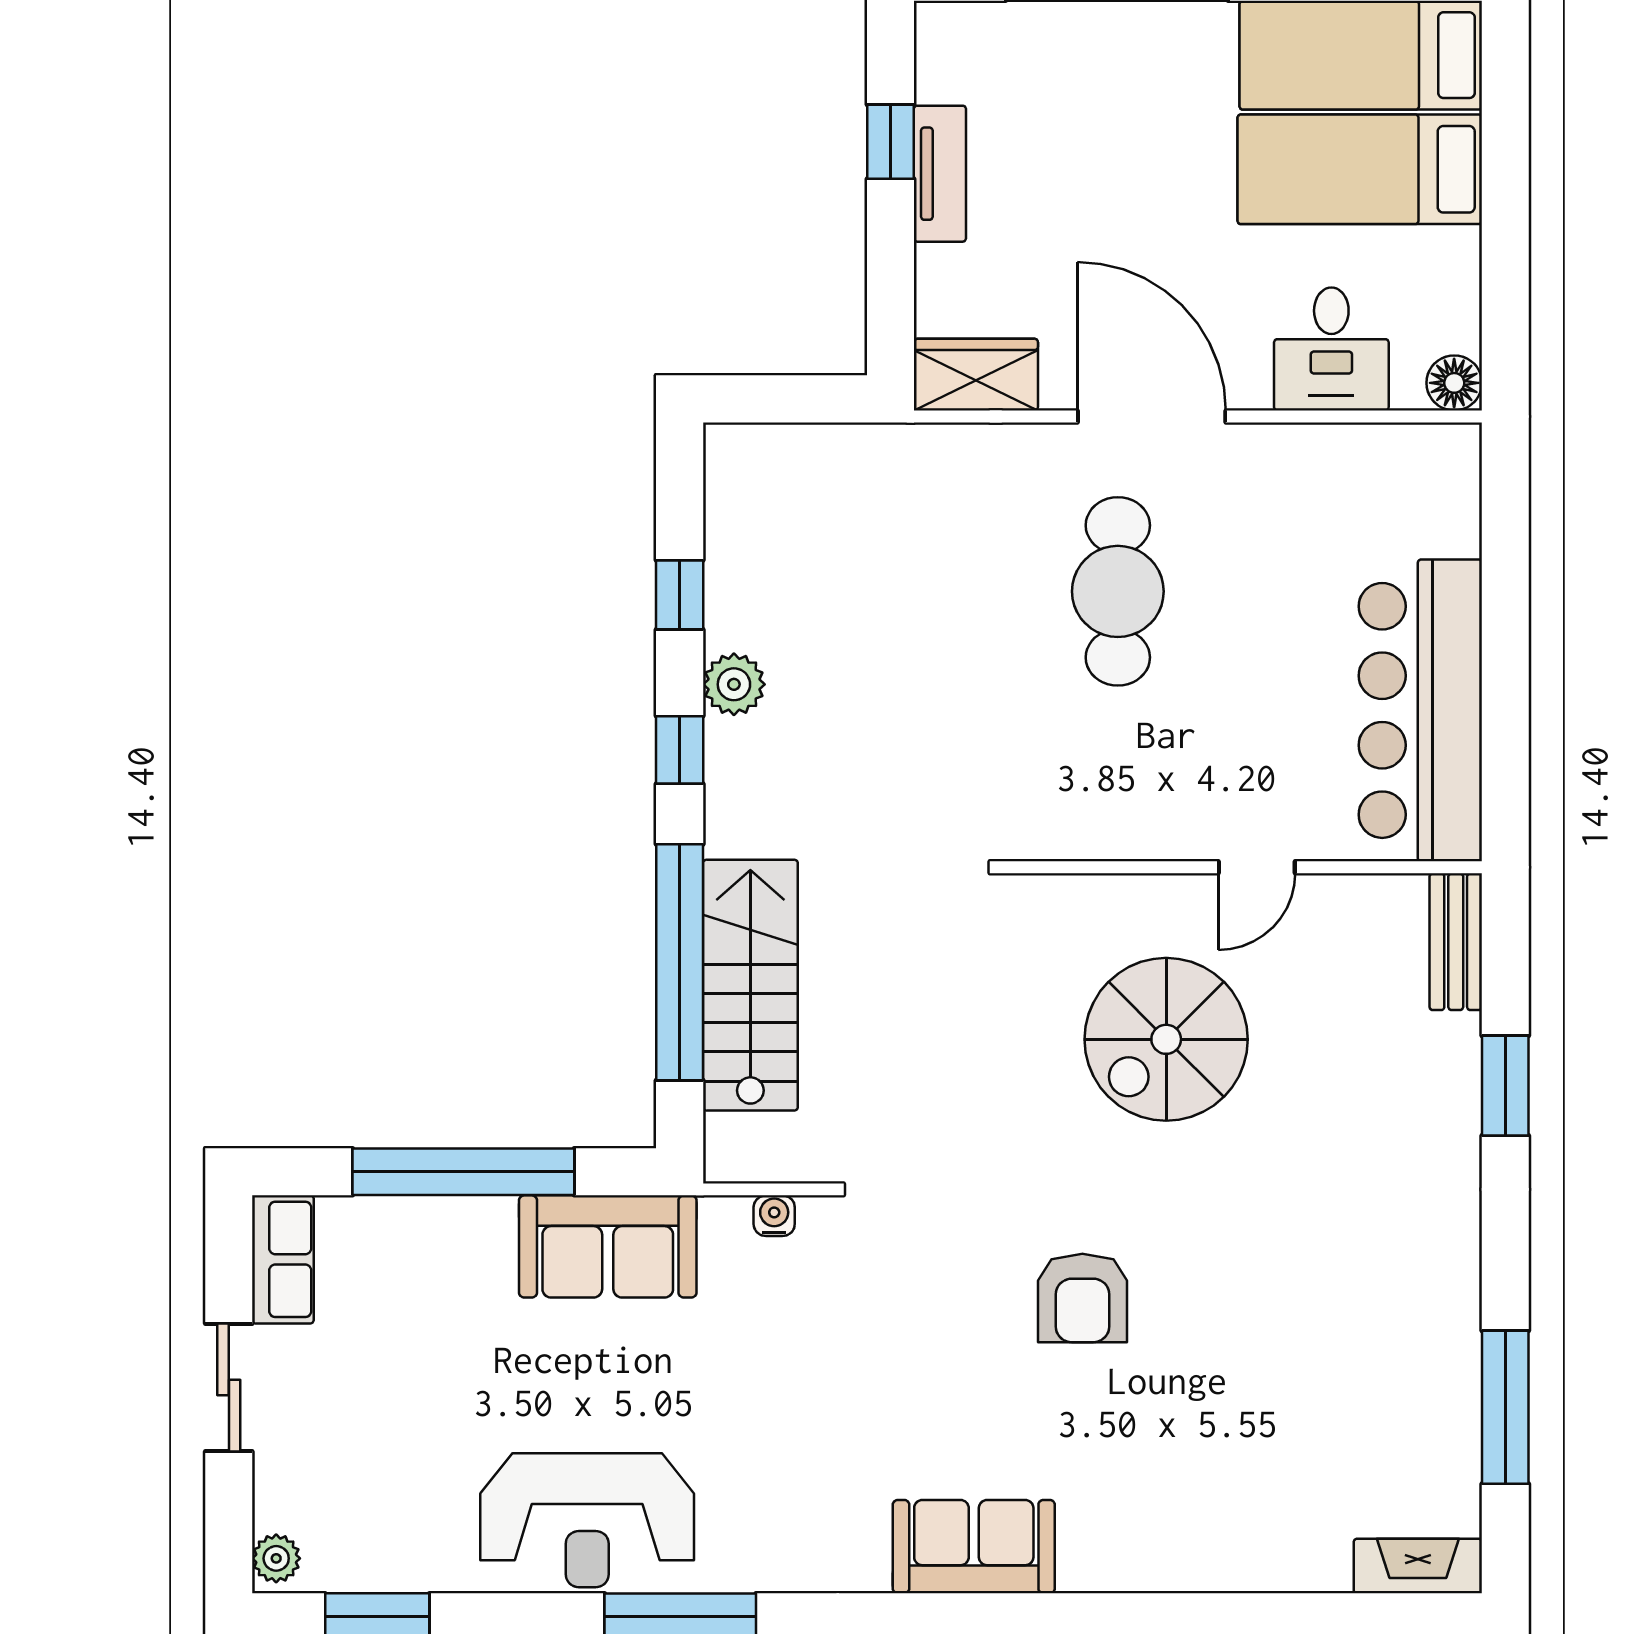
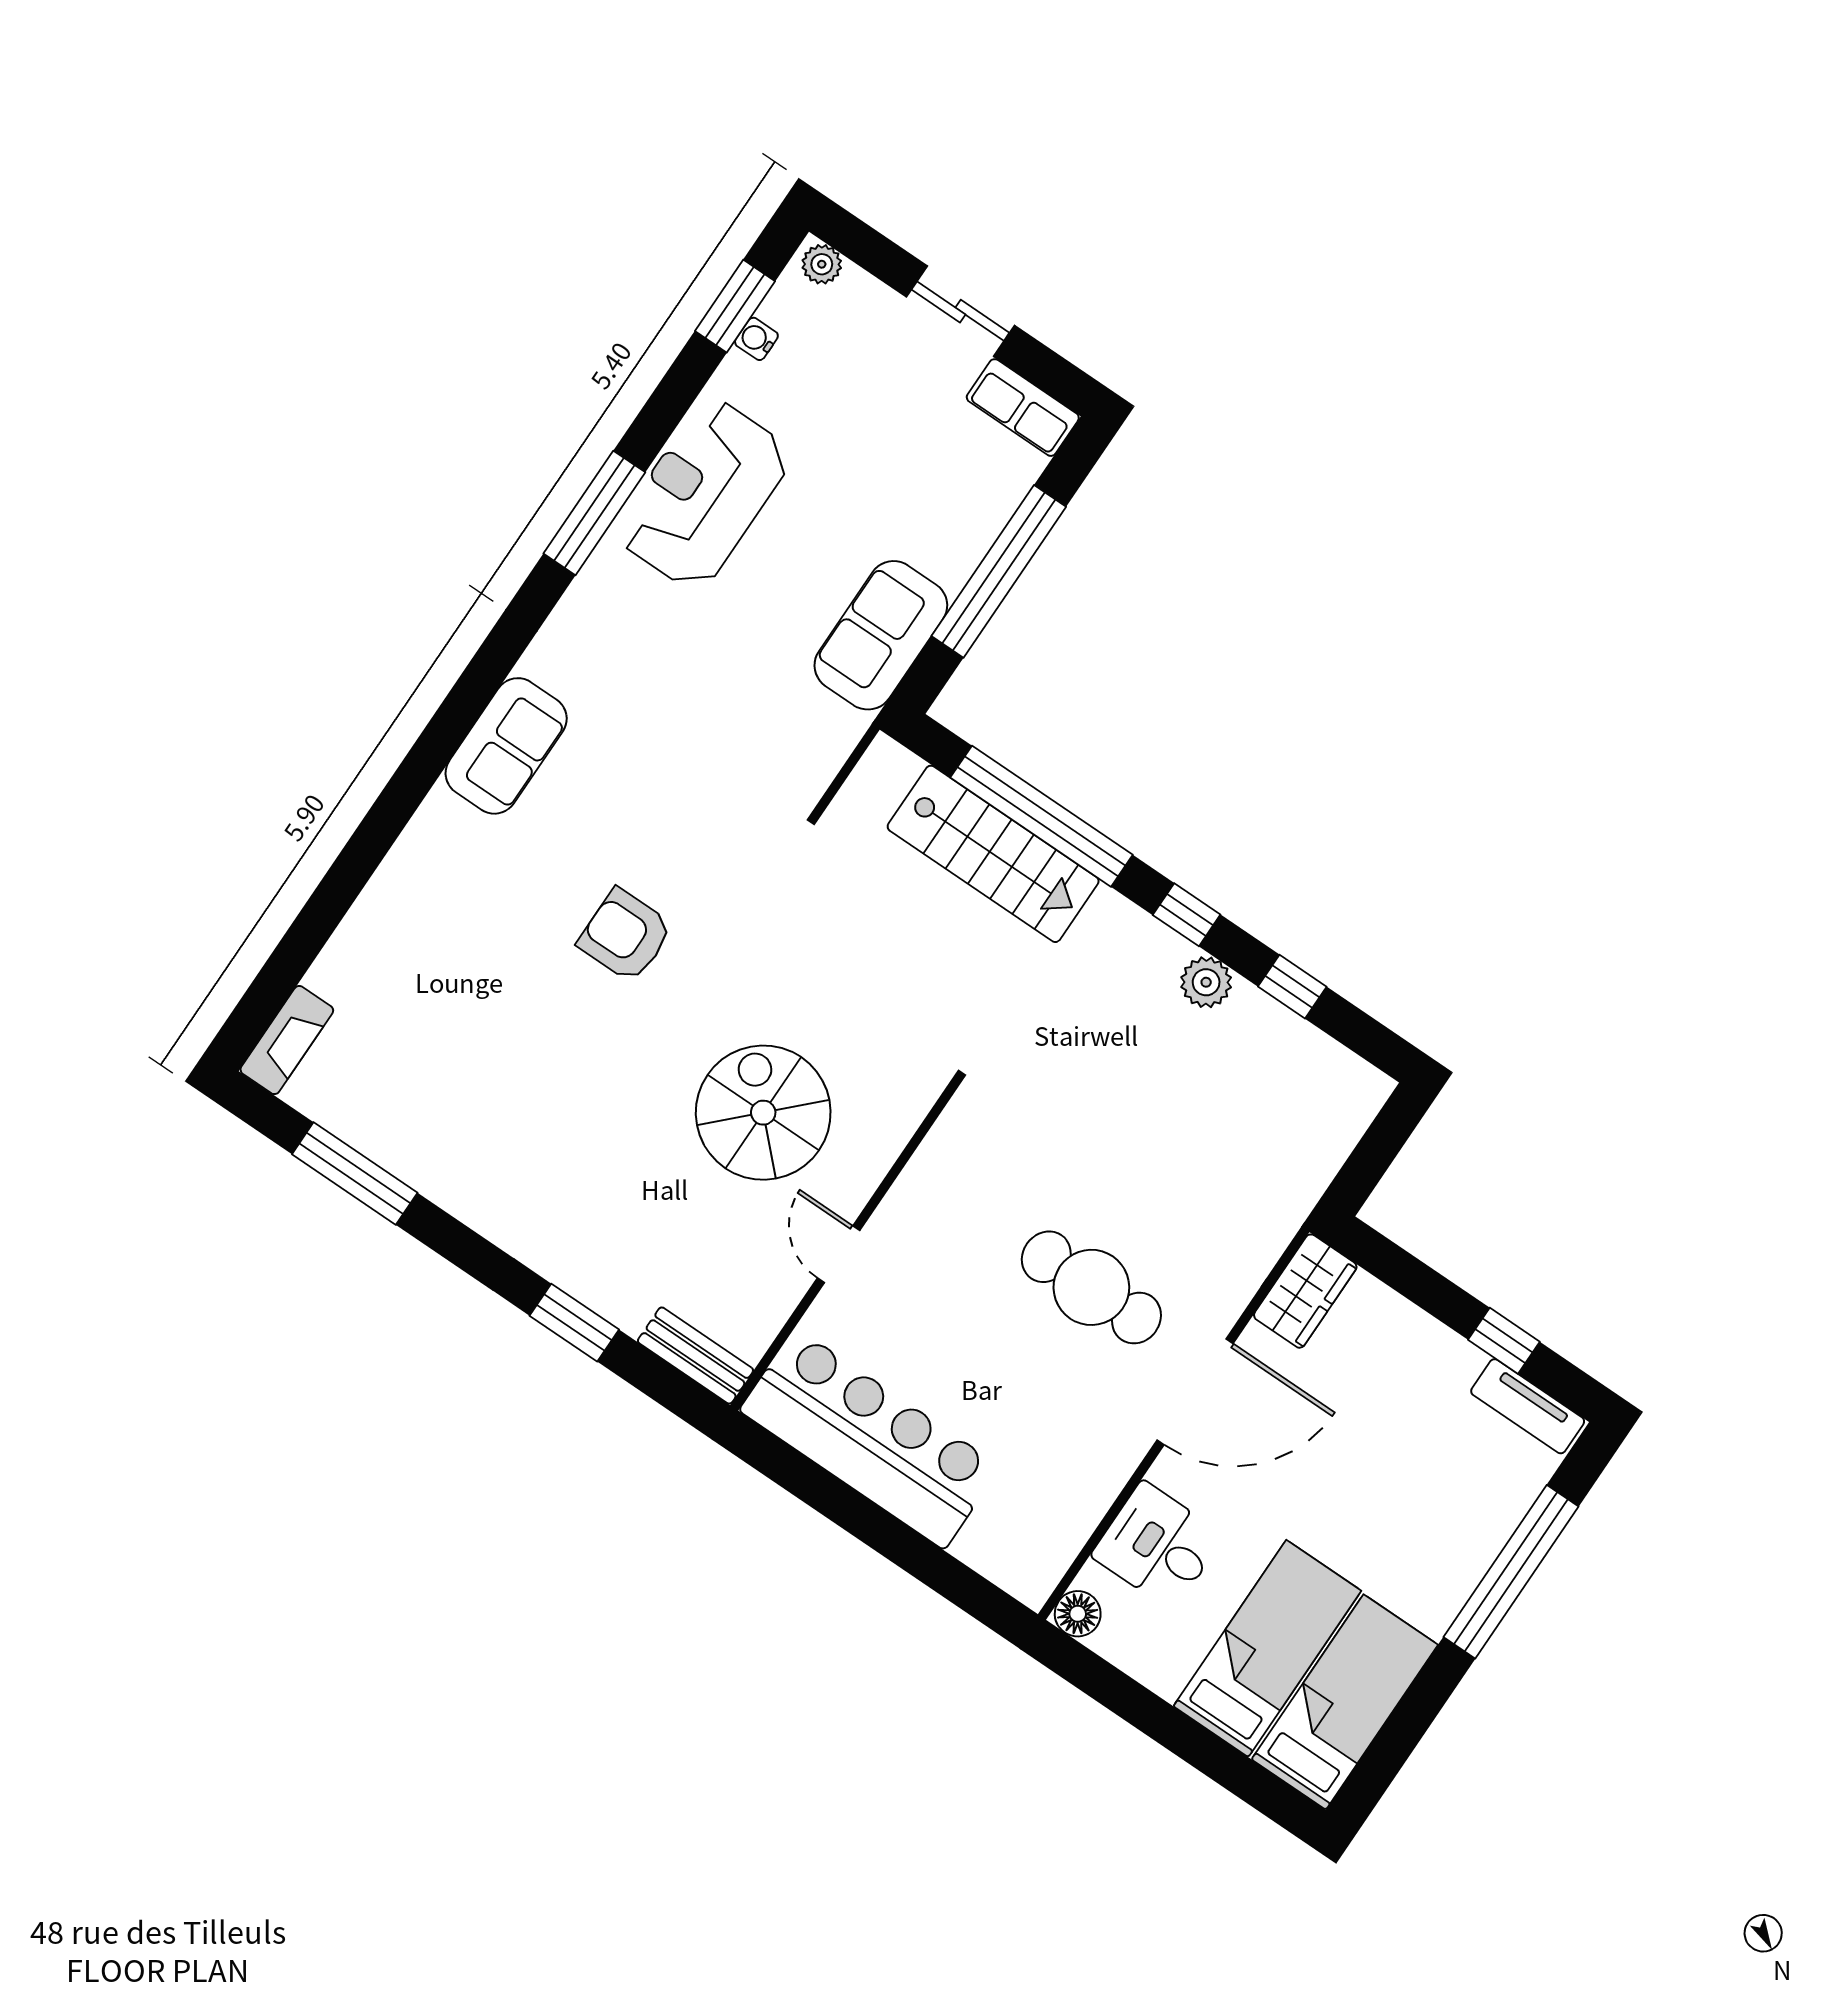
tv unit: (940, 174) -> (1528, 1406), moved
water cooler: (774, 1216) -> (756, 339), moved, turned 180

